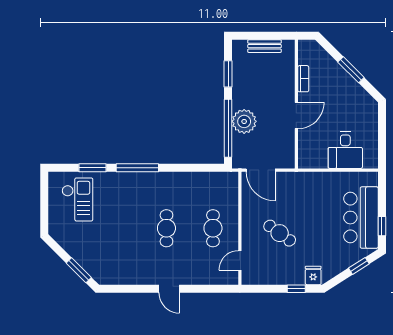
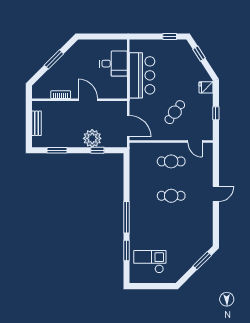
window: (228, 128) -> (97, 150), width x0.32
door: (261, 170) -> (128, 126), hinge flipped
bar counter: (361, 218) -> (142, 75), moved, turned -90
window: (296, 289) -> (216, 113), moved

